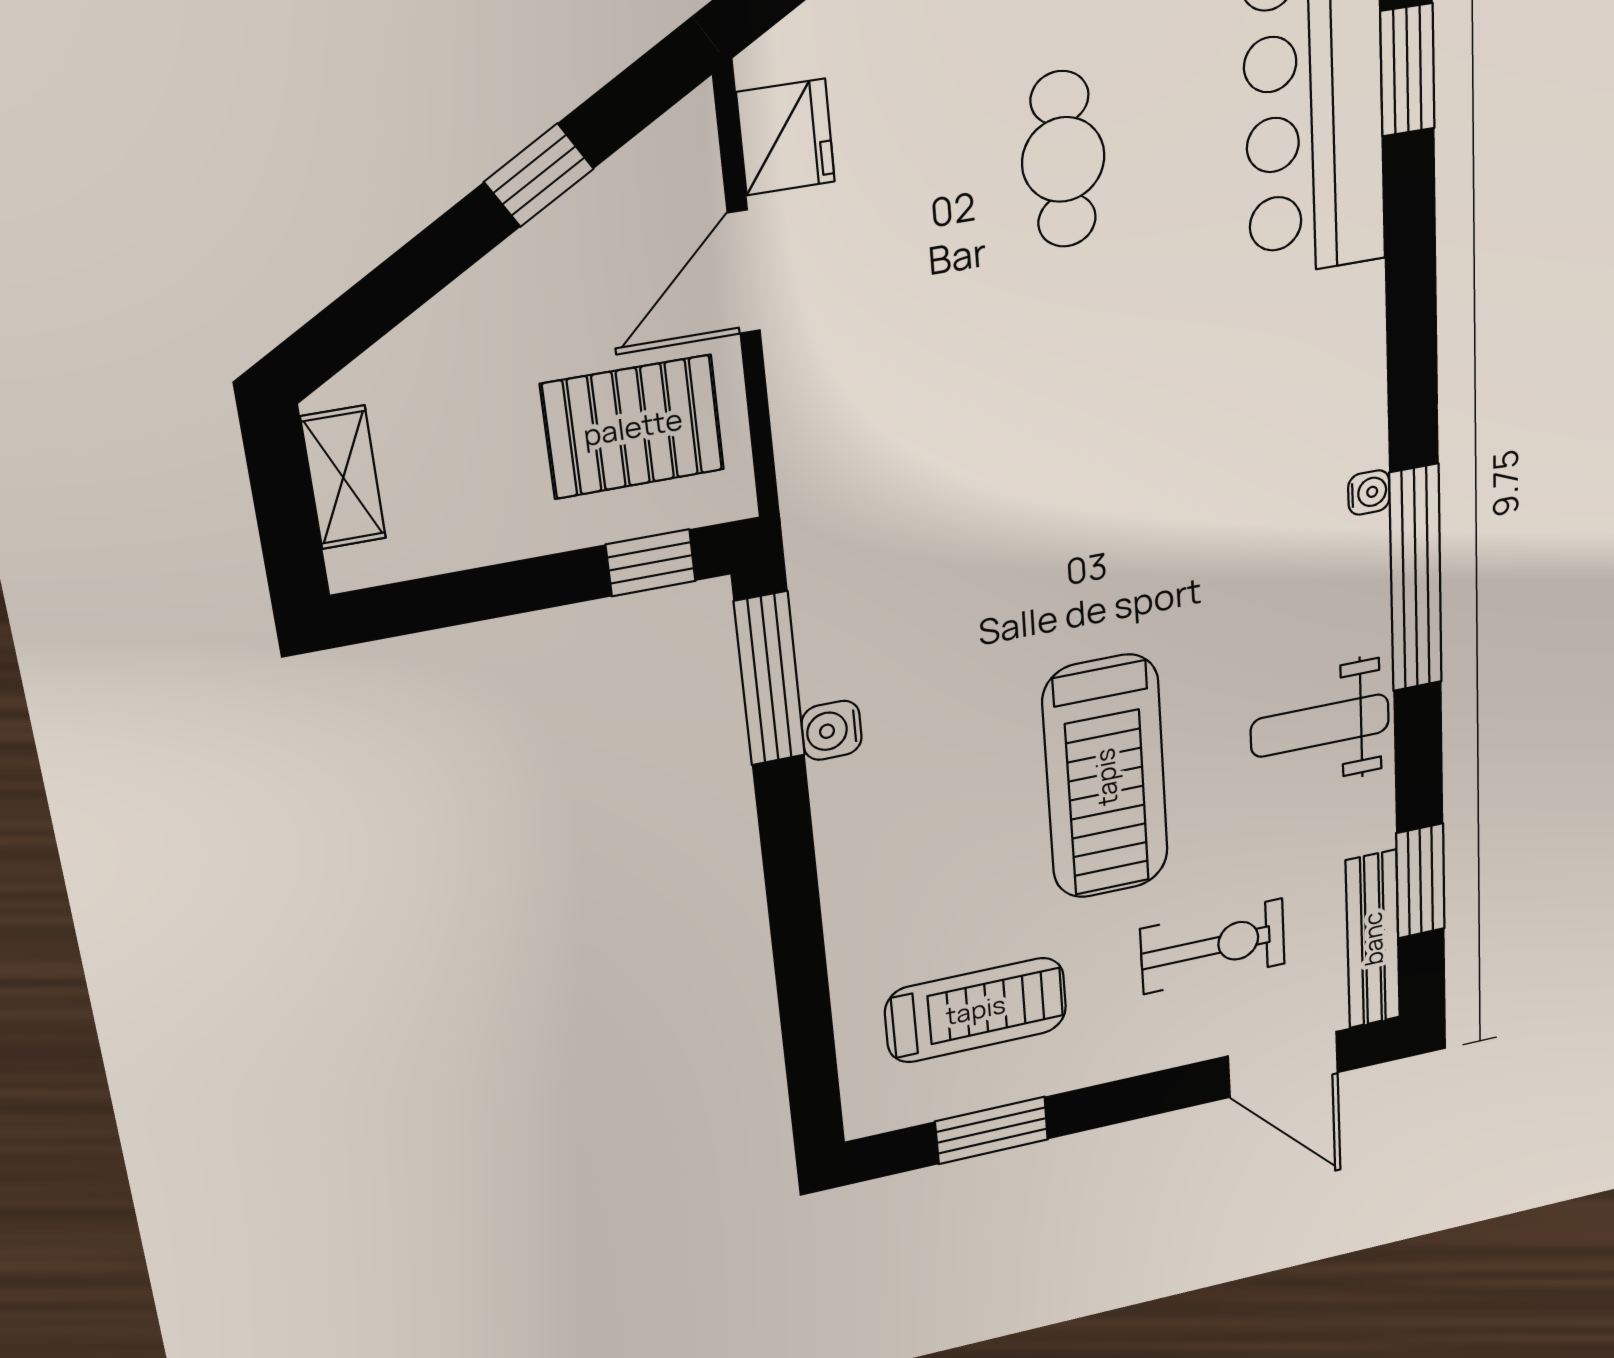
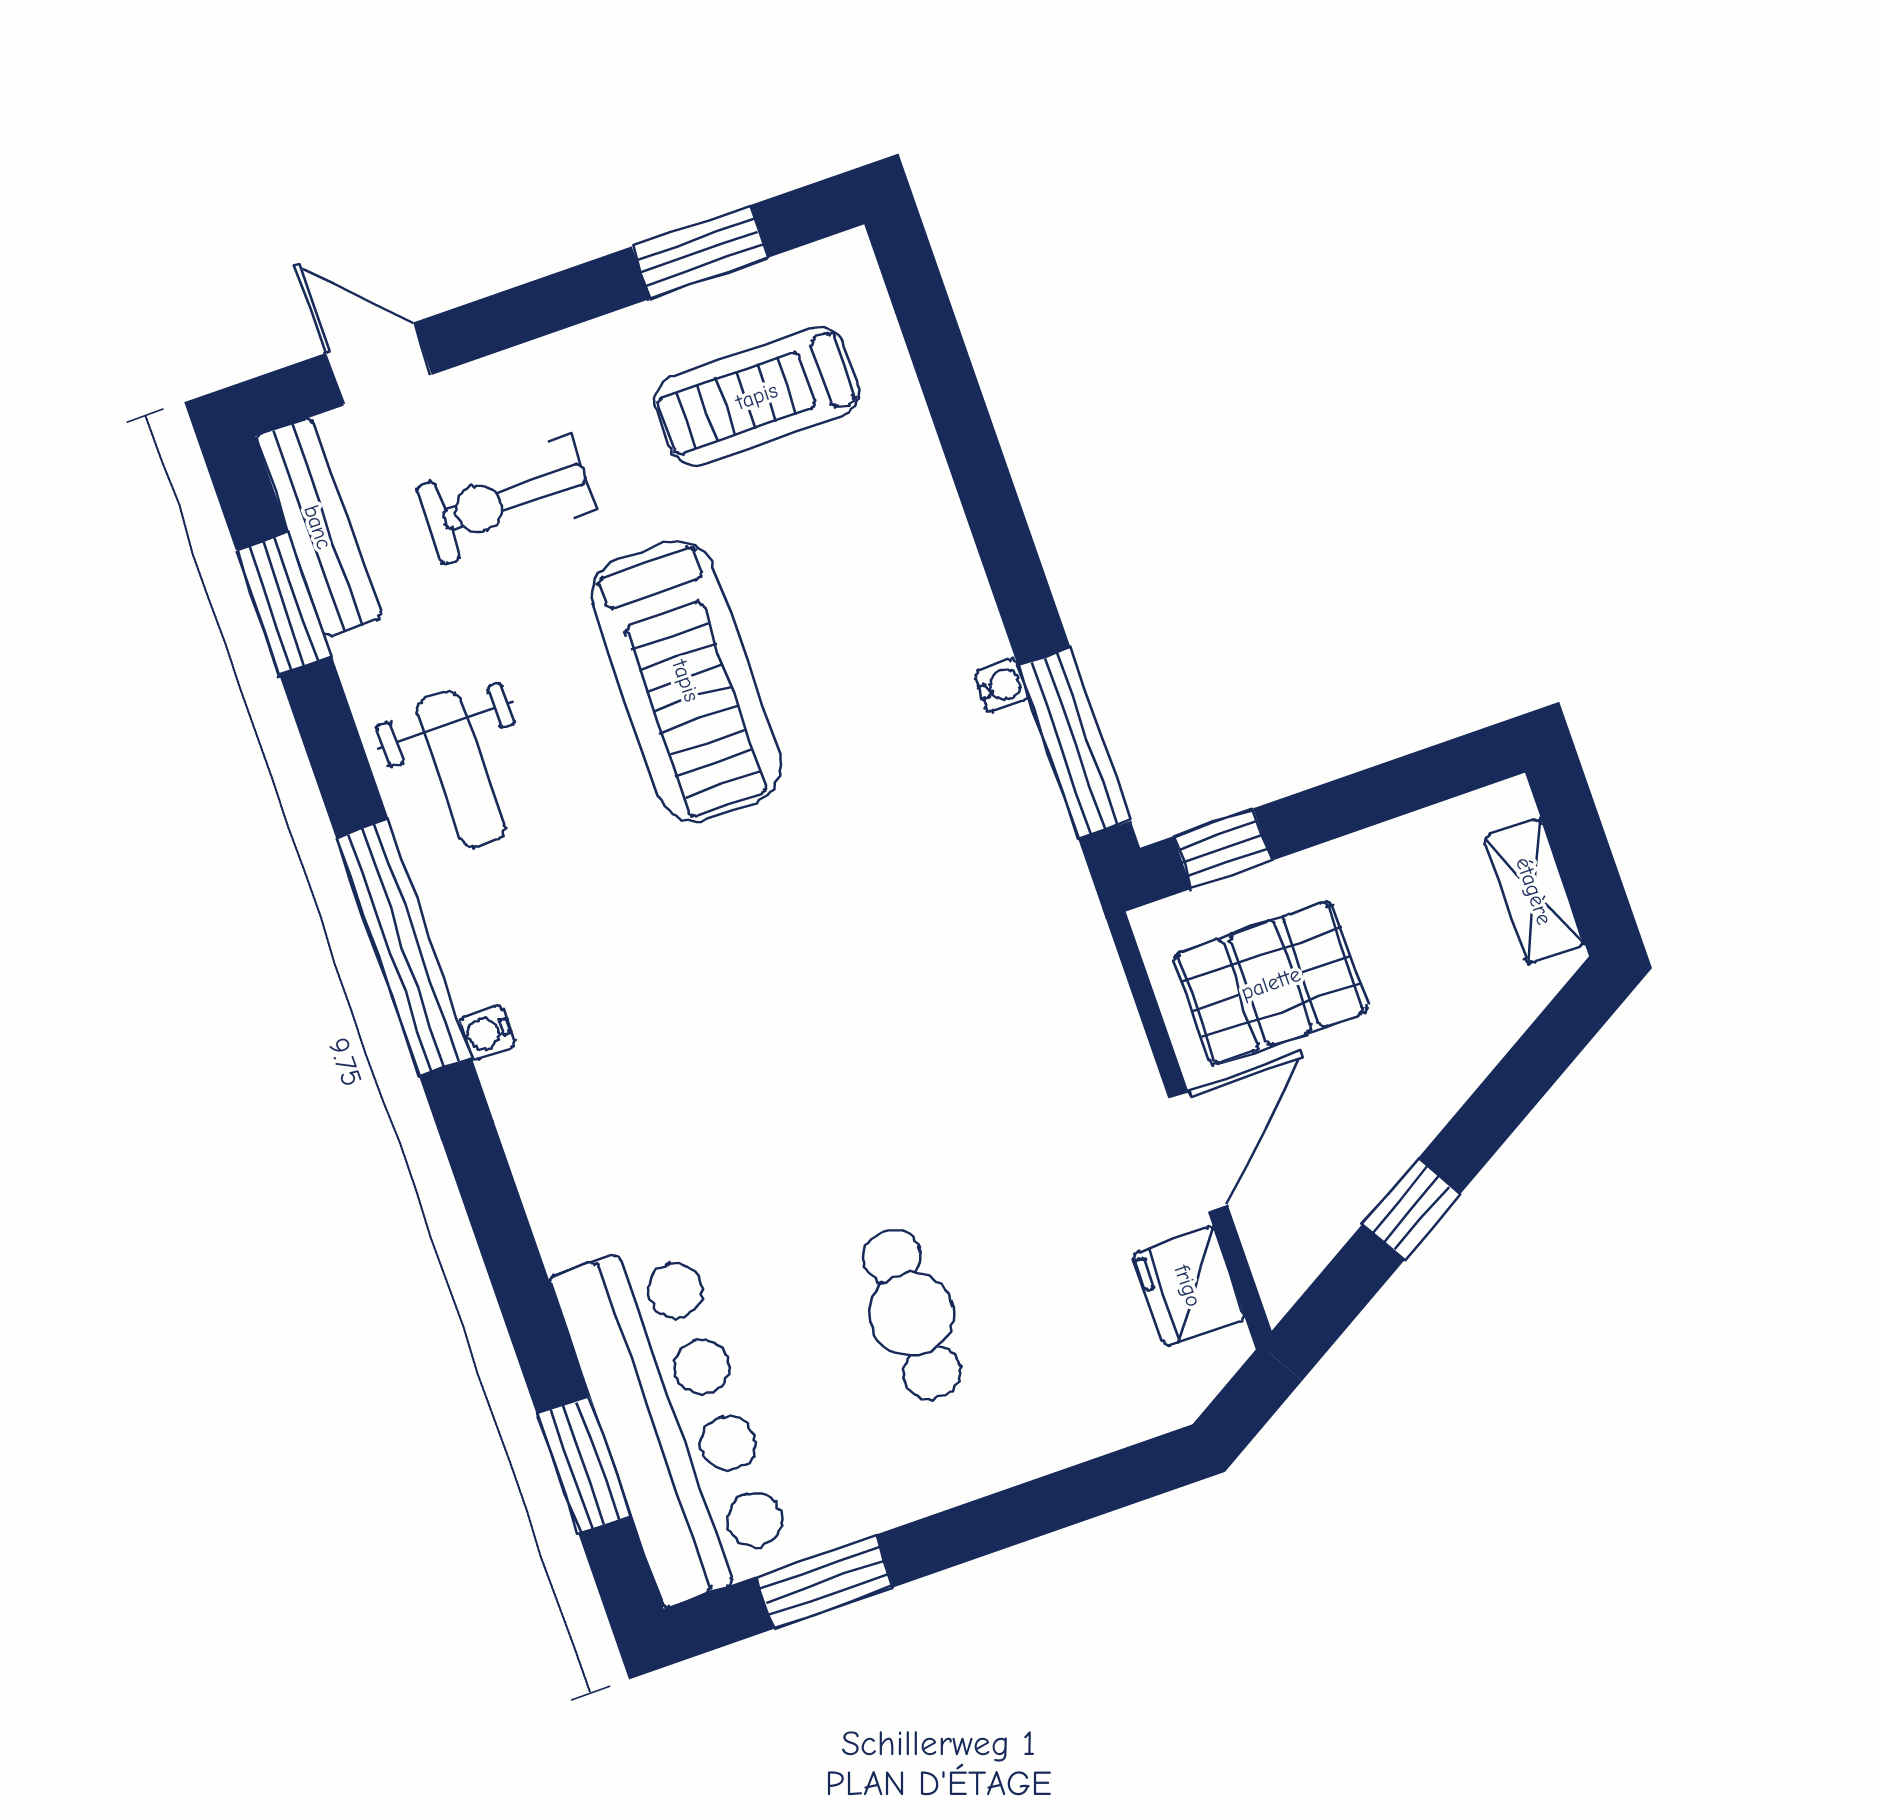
weight bench: (1320, 726) -> (461, 769), turned 90
water cooler: (832, 730) -> (1001, 686), width x0.72, depth x0.72
treadmill: (1106, 777) -> (686, 681), turned 180
door: (1283, 1064) -> (379, 364), width x0.73

